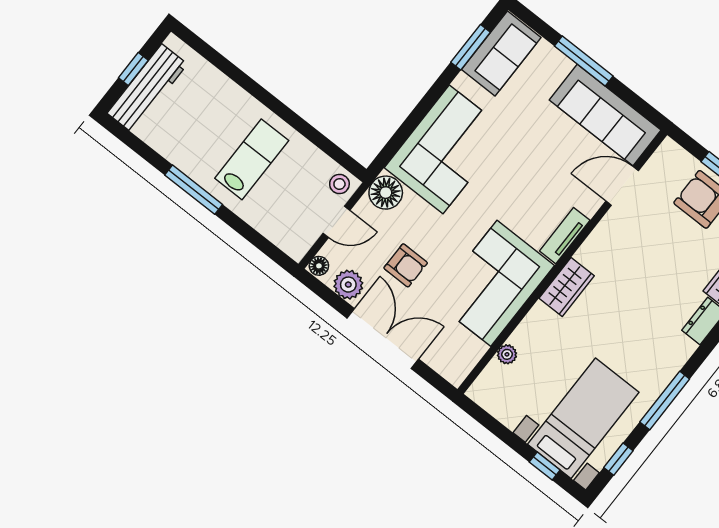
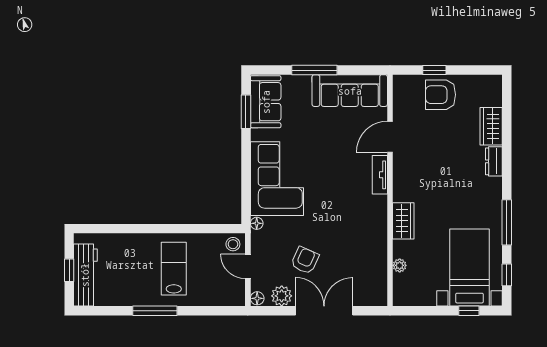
door: (622, 186) -> (390, 137), moved
floor lamp: (386, 193) -> (257, 223), width x0.53, depth x0.53
door: (336, 222) -> (248, 266), swing flipped
armchair: (406, 265) -> (305, 260), turned -66
corner sofa: (494, 283) -> (361, 232), removed
wardrobe: (567, 287) -> (403, 221), moved

